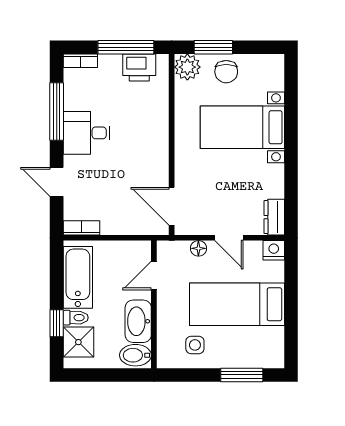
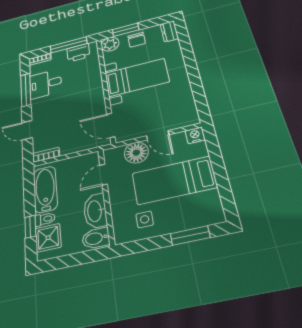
bed with nightstands: (242, 127) -> (137, 77), moved, turned 180
desk: (87, 133) -> (45, 84), moved
dresser: (274, 217) -> (169, 31), moved
floor lamp: (198, 248) -> (136, 153), width x1.89, depth x1.89

